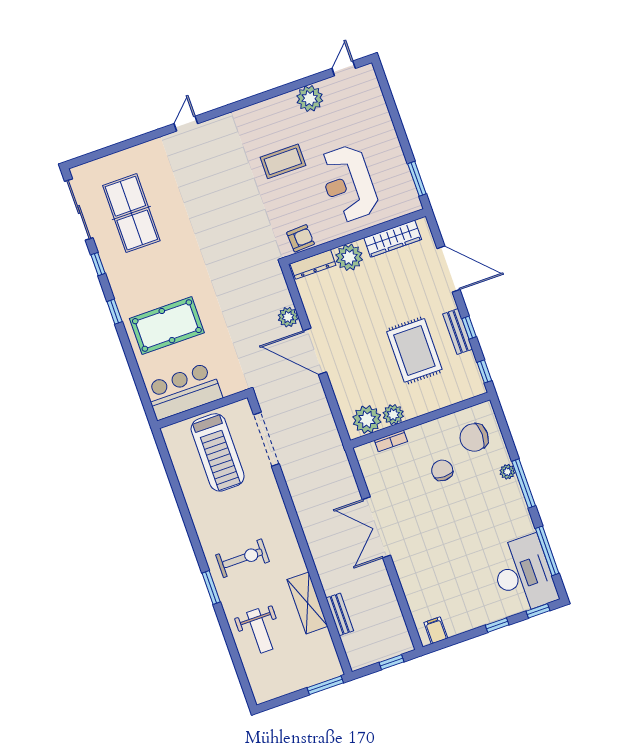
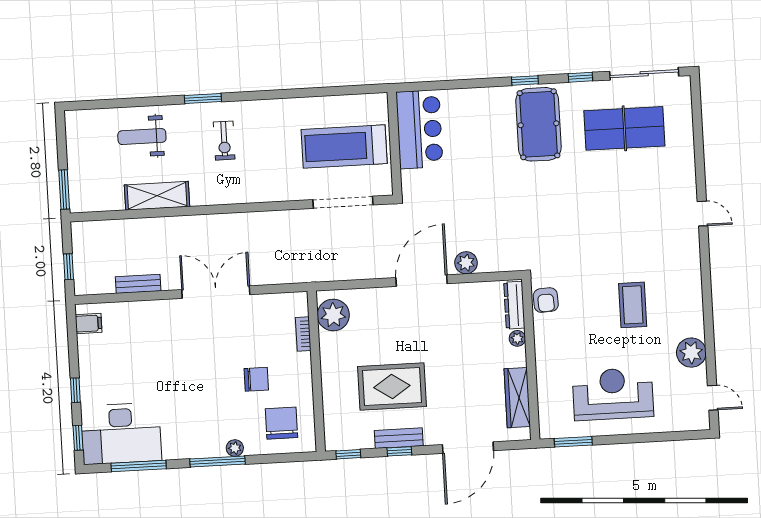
reception desk: (348, 184) -> (613, 394), moved
plant: (349, 257) -> (517, 338), width x0.53, depth x0.53
pool table: (167, 326) -> (538, 124), moved
plant: (393, 415) -> (330, 344), removed
exercise bike: (242, 558) -> (224, 141), width x0.73, depth x0.72
bench: (340, 614) -> (138, 284), moved

